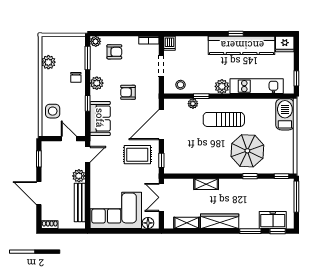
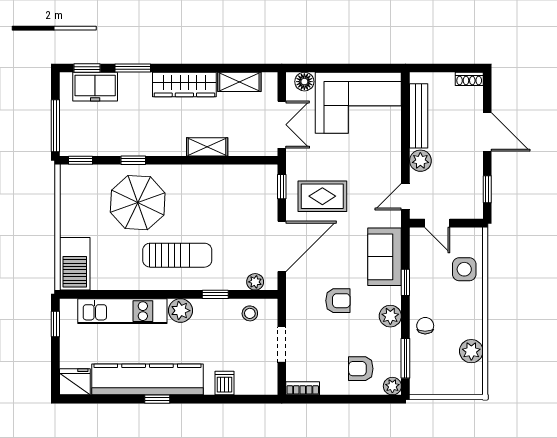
dishwasher: (170, 43) -> (224, 383), moved
plant: (193, 104) -> (255, 282), moved

